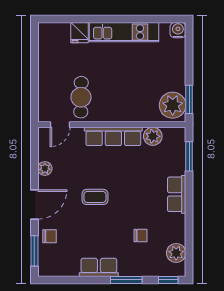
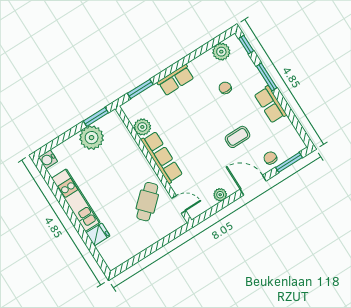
cafe table: (81, 97) -> (147, 202), turned -44
plant: (173, 105) -> (92, 138), moved
coffee table: (95, 197) -> (238, 137), moved, turned 90

